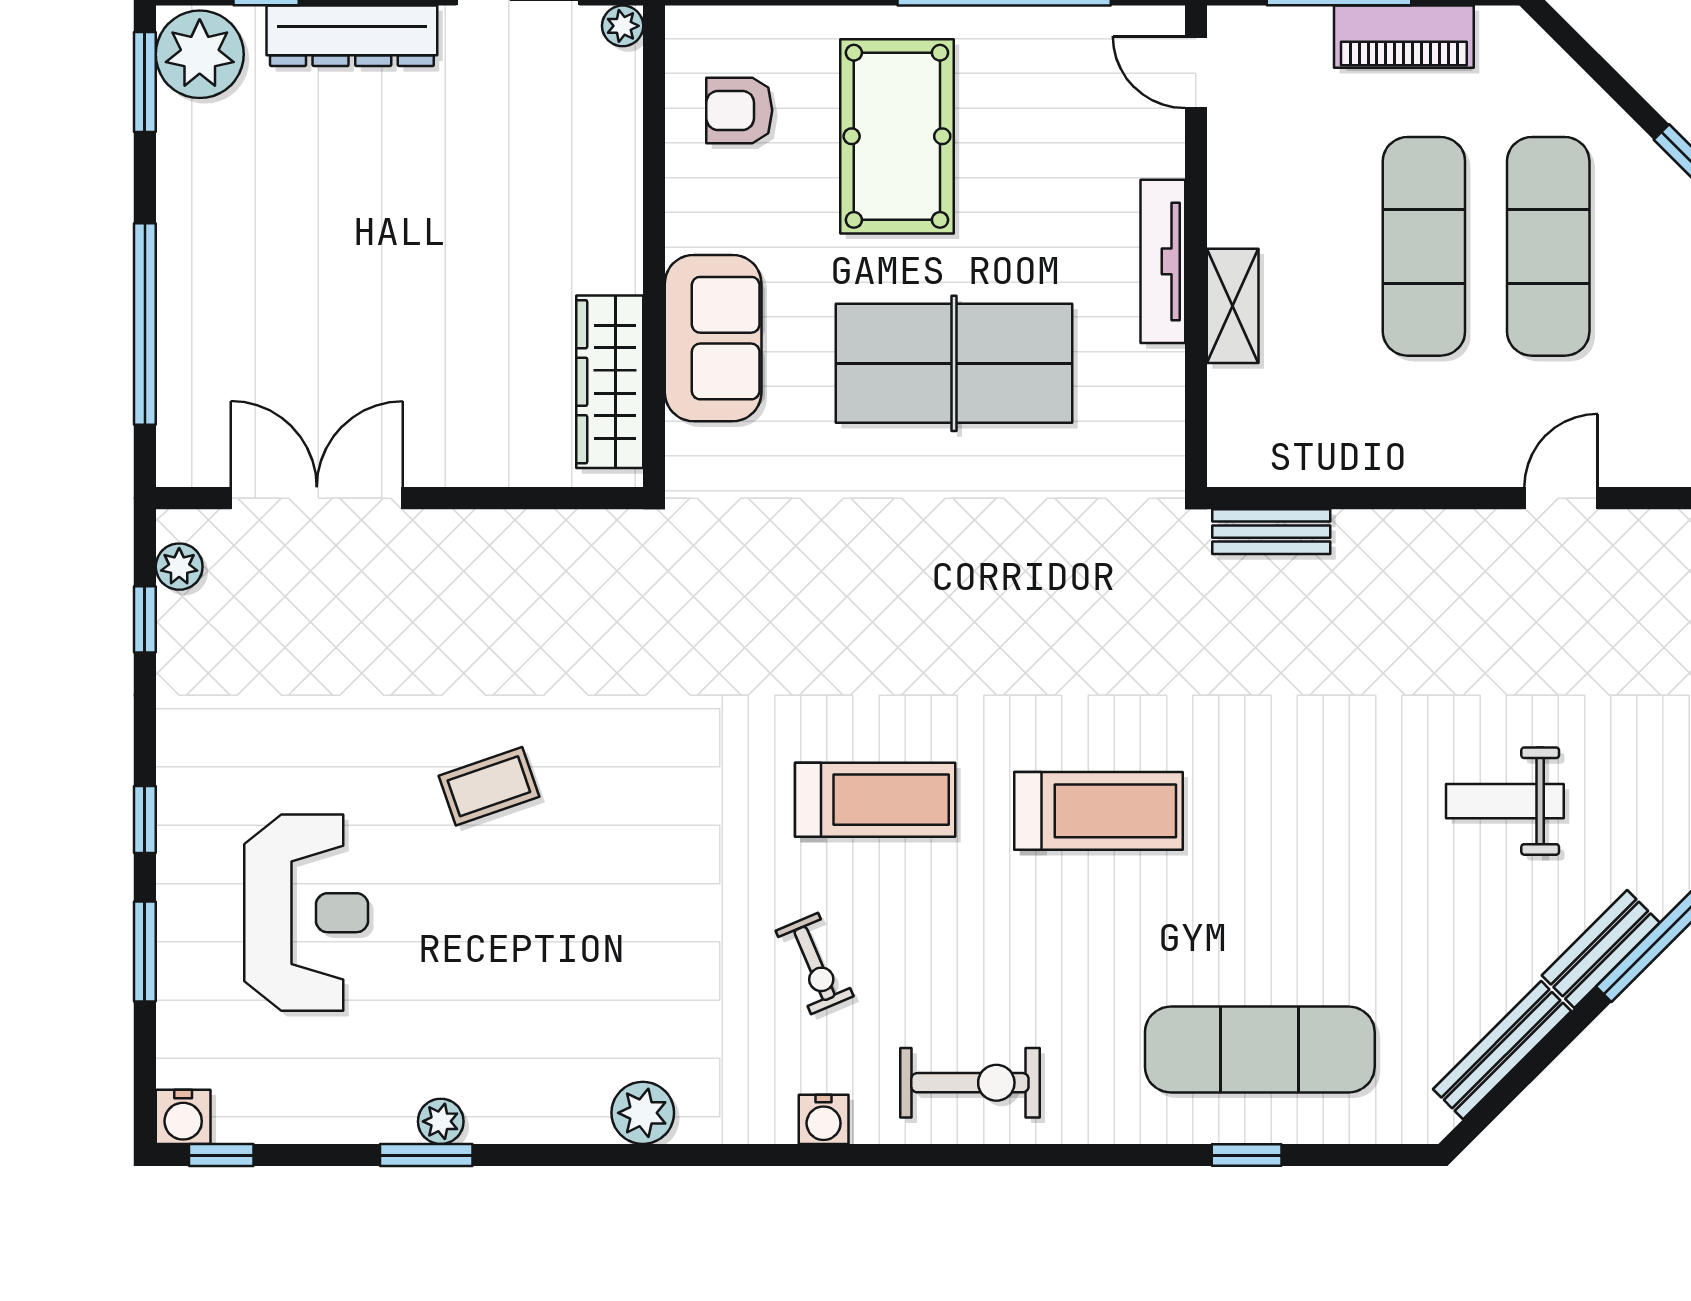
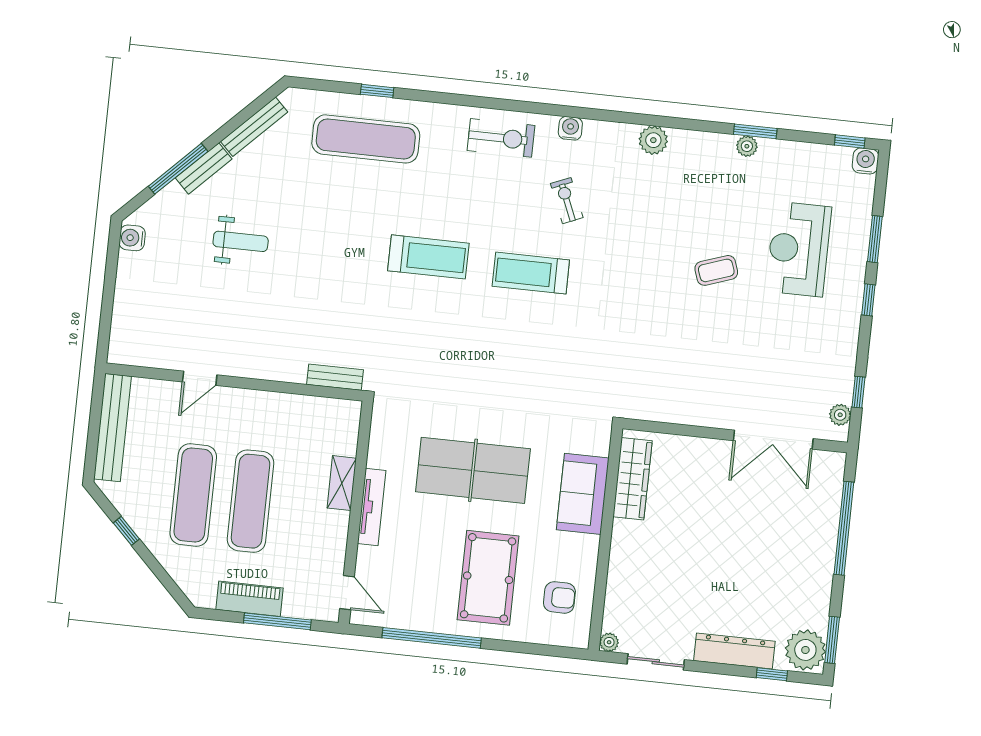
coffee table: (489, 786) -> (716, 270), moved
treadmill: (1098, 811) -> (428, 257), turned 180
exercise bike: (970, 1083) -> (501, 138), turned 180

